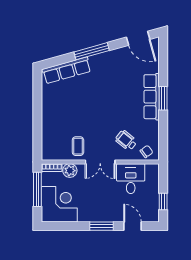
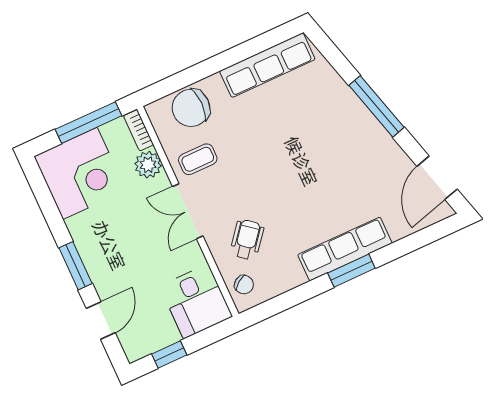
row of seats: (67, 70) -> (267, 65), moved, turned -74
chair: (53, 138) -> (191, 108), added
desk: (131, 179) -> (196, 301), moved, turned 90

